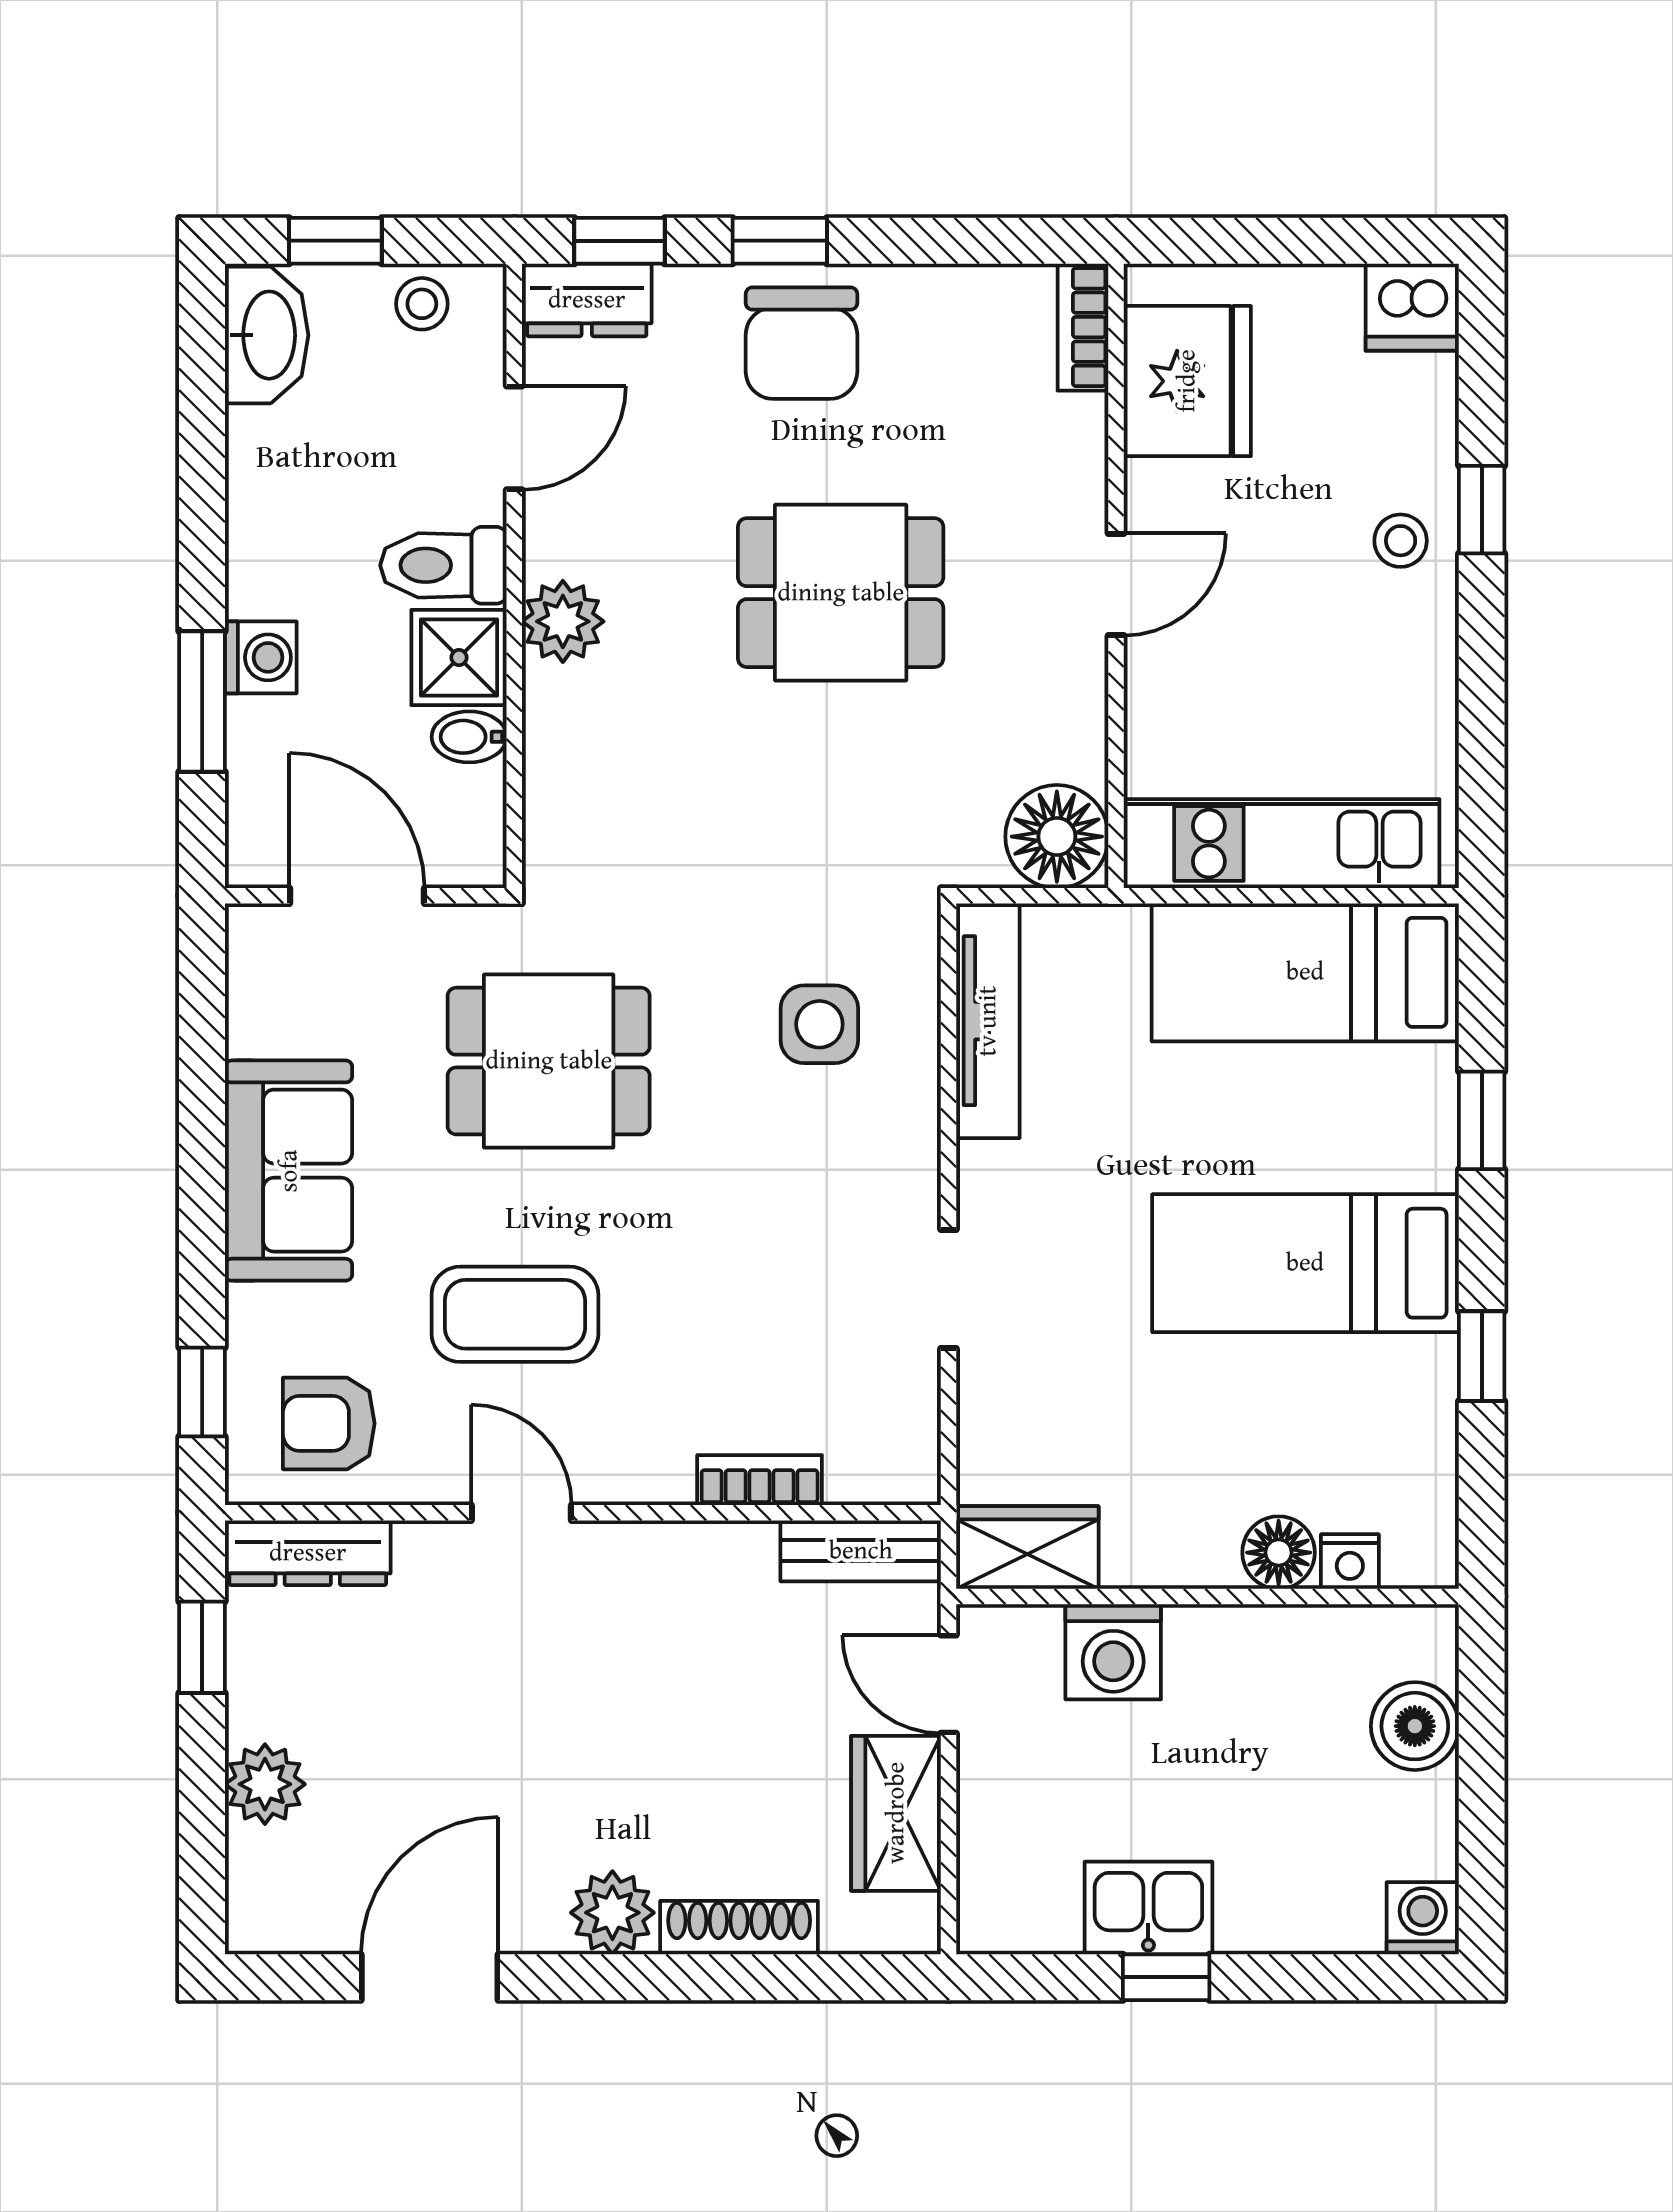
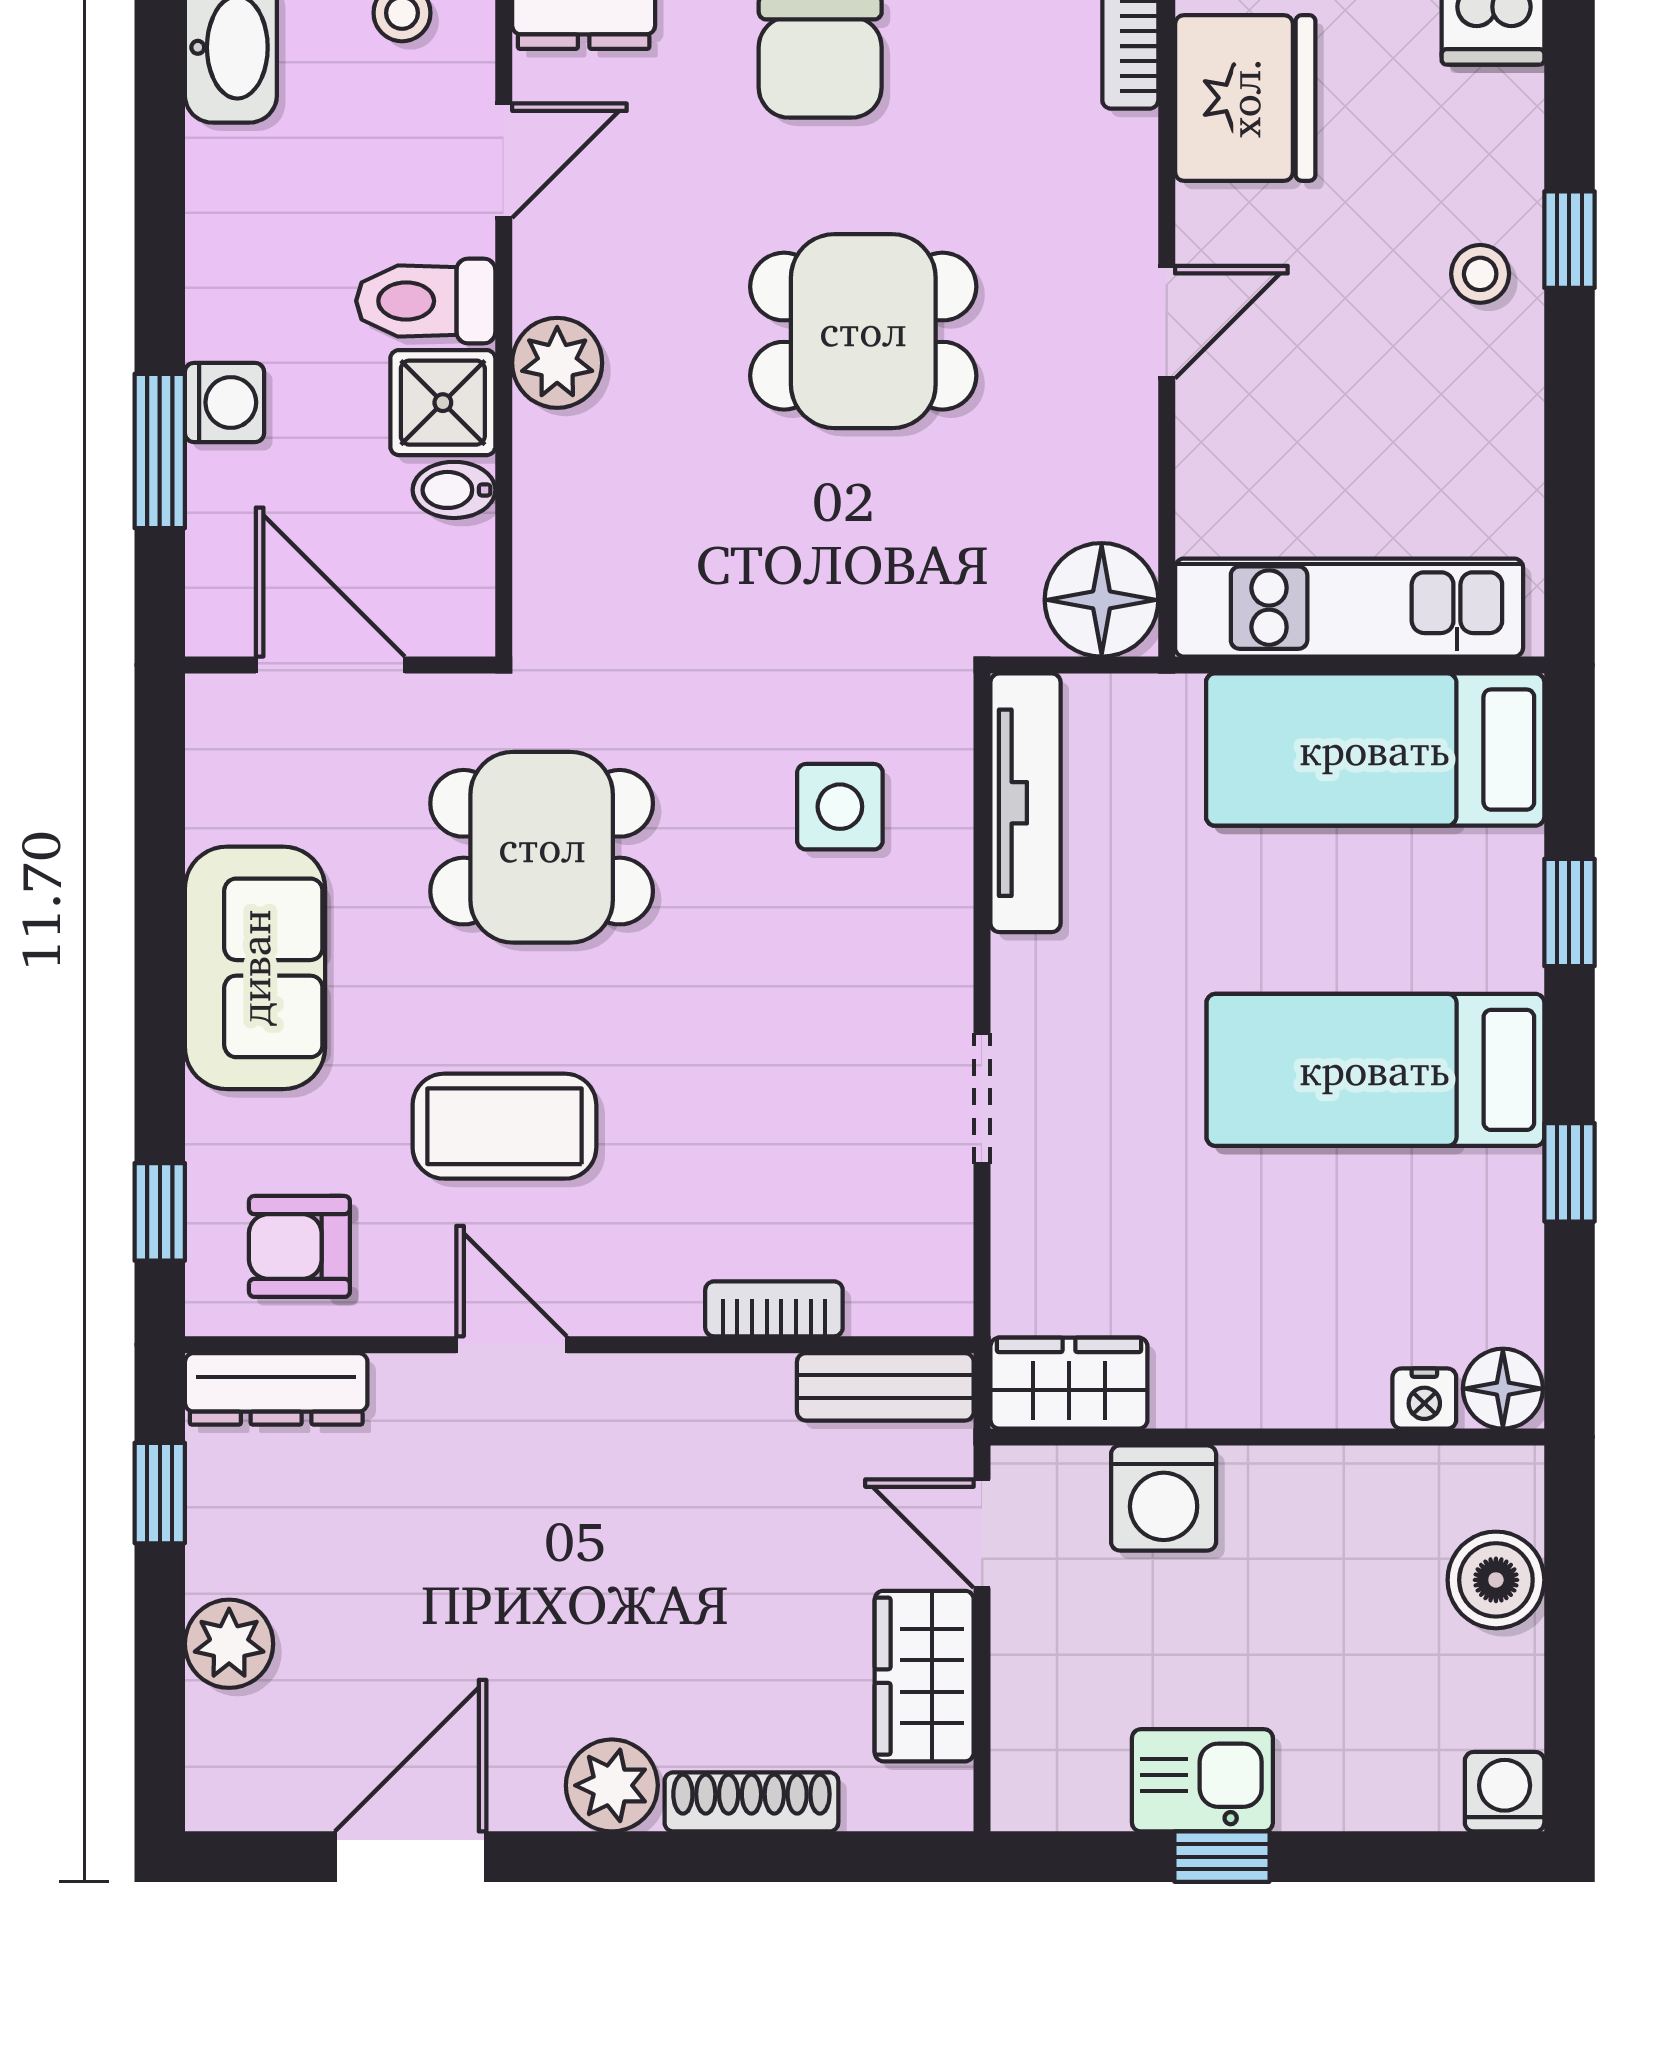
floor lamp: (1279, 1553) -> (1503, 1389), moved

